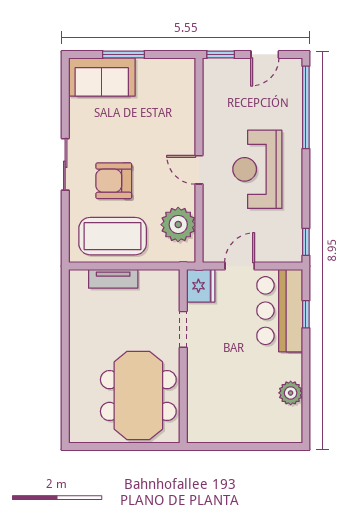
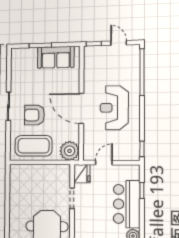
door: (265, 54) -> (119, 43), swing flipped
sofa: (102, 77) -> (56, 57), moved
door: (199, 170) -> (81, 108), width x1.88
plant: (178, 225) -> (70, 151), moved
tv unit: (113, 279) -> (34, 170), removed
bar counter: (280, 311) -> (127, 204), moved

